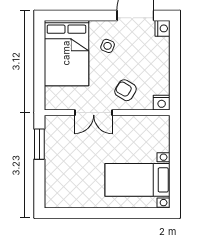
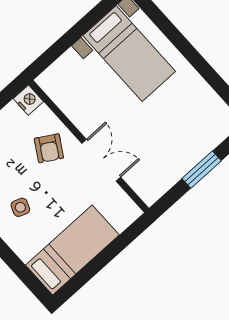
bed: (66, 53) -> (72, 250), width x0.67
window: (39, 144) -> (202, 170), moved

